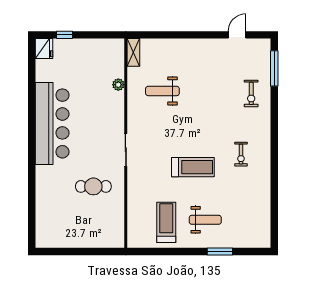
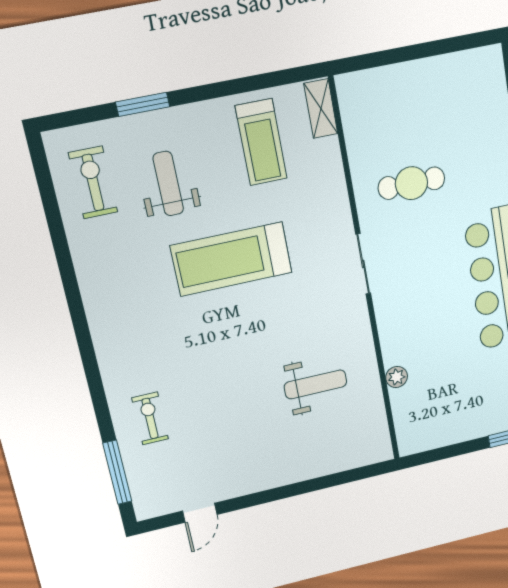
shelving: (133, 52) -> (321, 109), moved
exercise bike: (241, 154) -> (93, 182), moved, width x1.38, depth x1.39
treadmill: (193, 167) -> (231, 259), width x1.37, depth x1.38
weight bench: (205, 220) -> (168, 184), moved, turned 90

